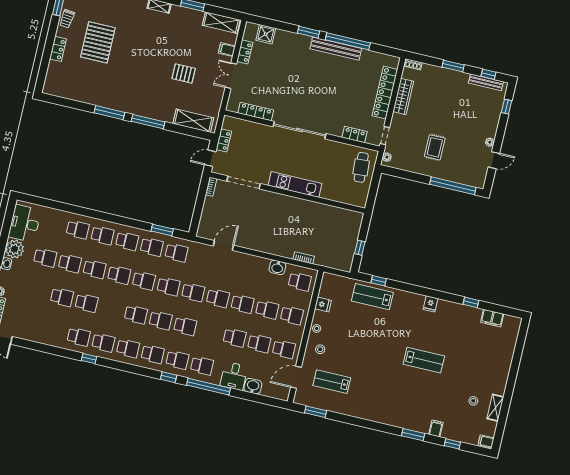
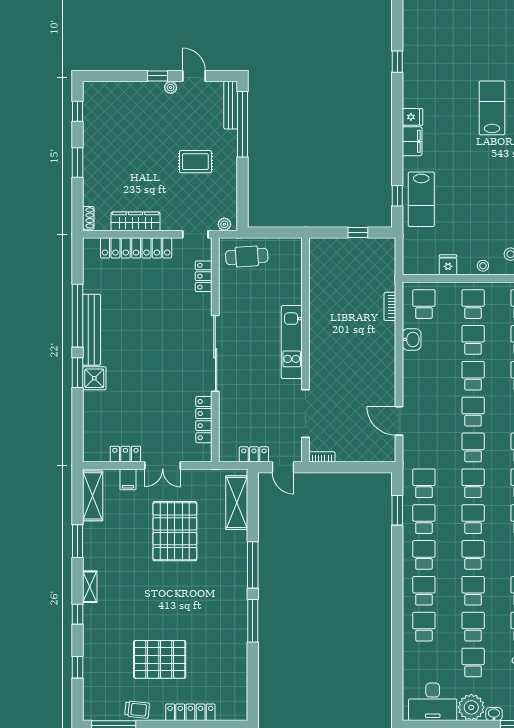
shower: (266, 34) -> (94, 378), moved
locker: (58, 49) -> (190, 712), width x1.53
pallet: (184, 73) -> (175, 531), width x2.05, depth x2.00
bench: (486, 82) -> (231, 105), moved
window: (506, 107) -> (158, 76), moved
filing cabinet: (492, 318) -> (412, 141), moved

